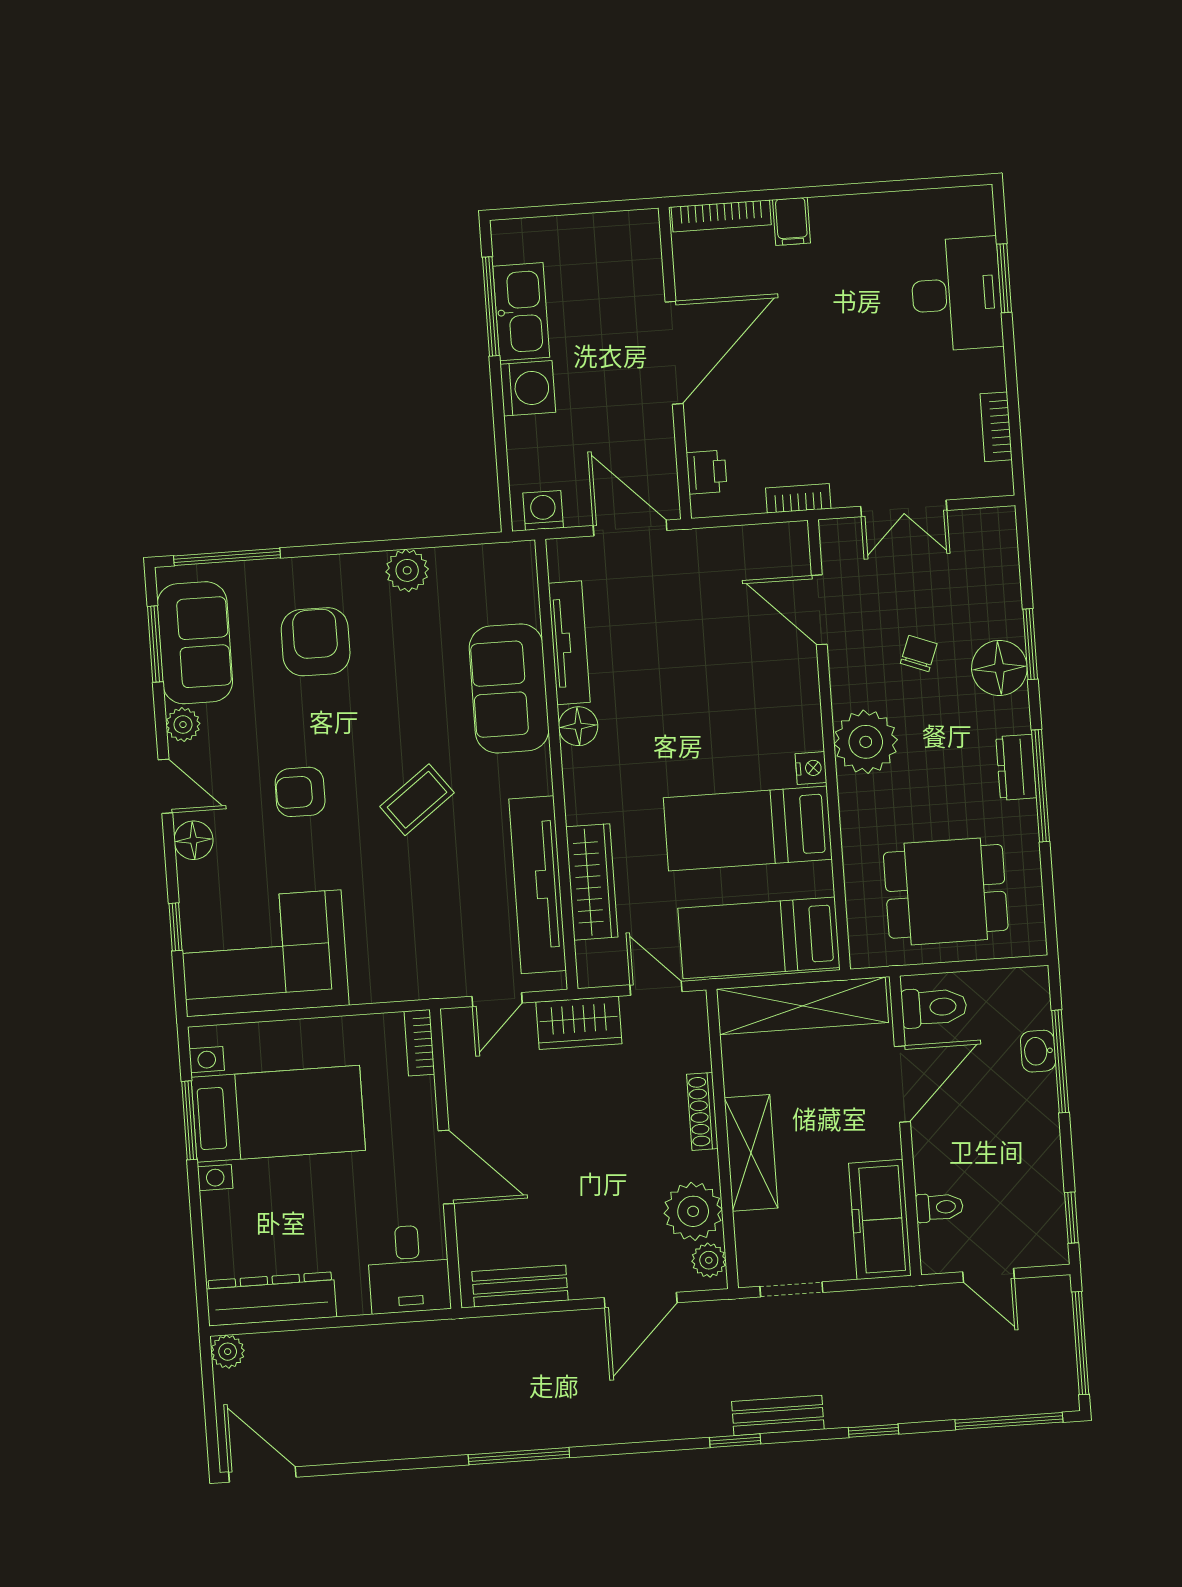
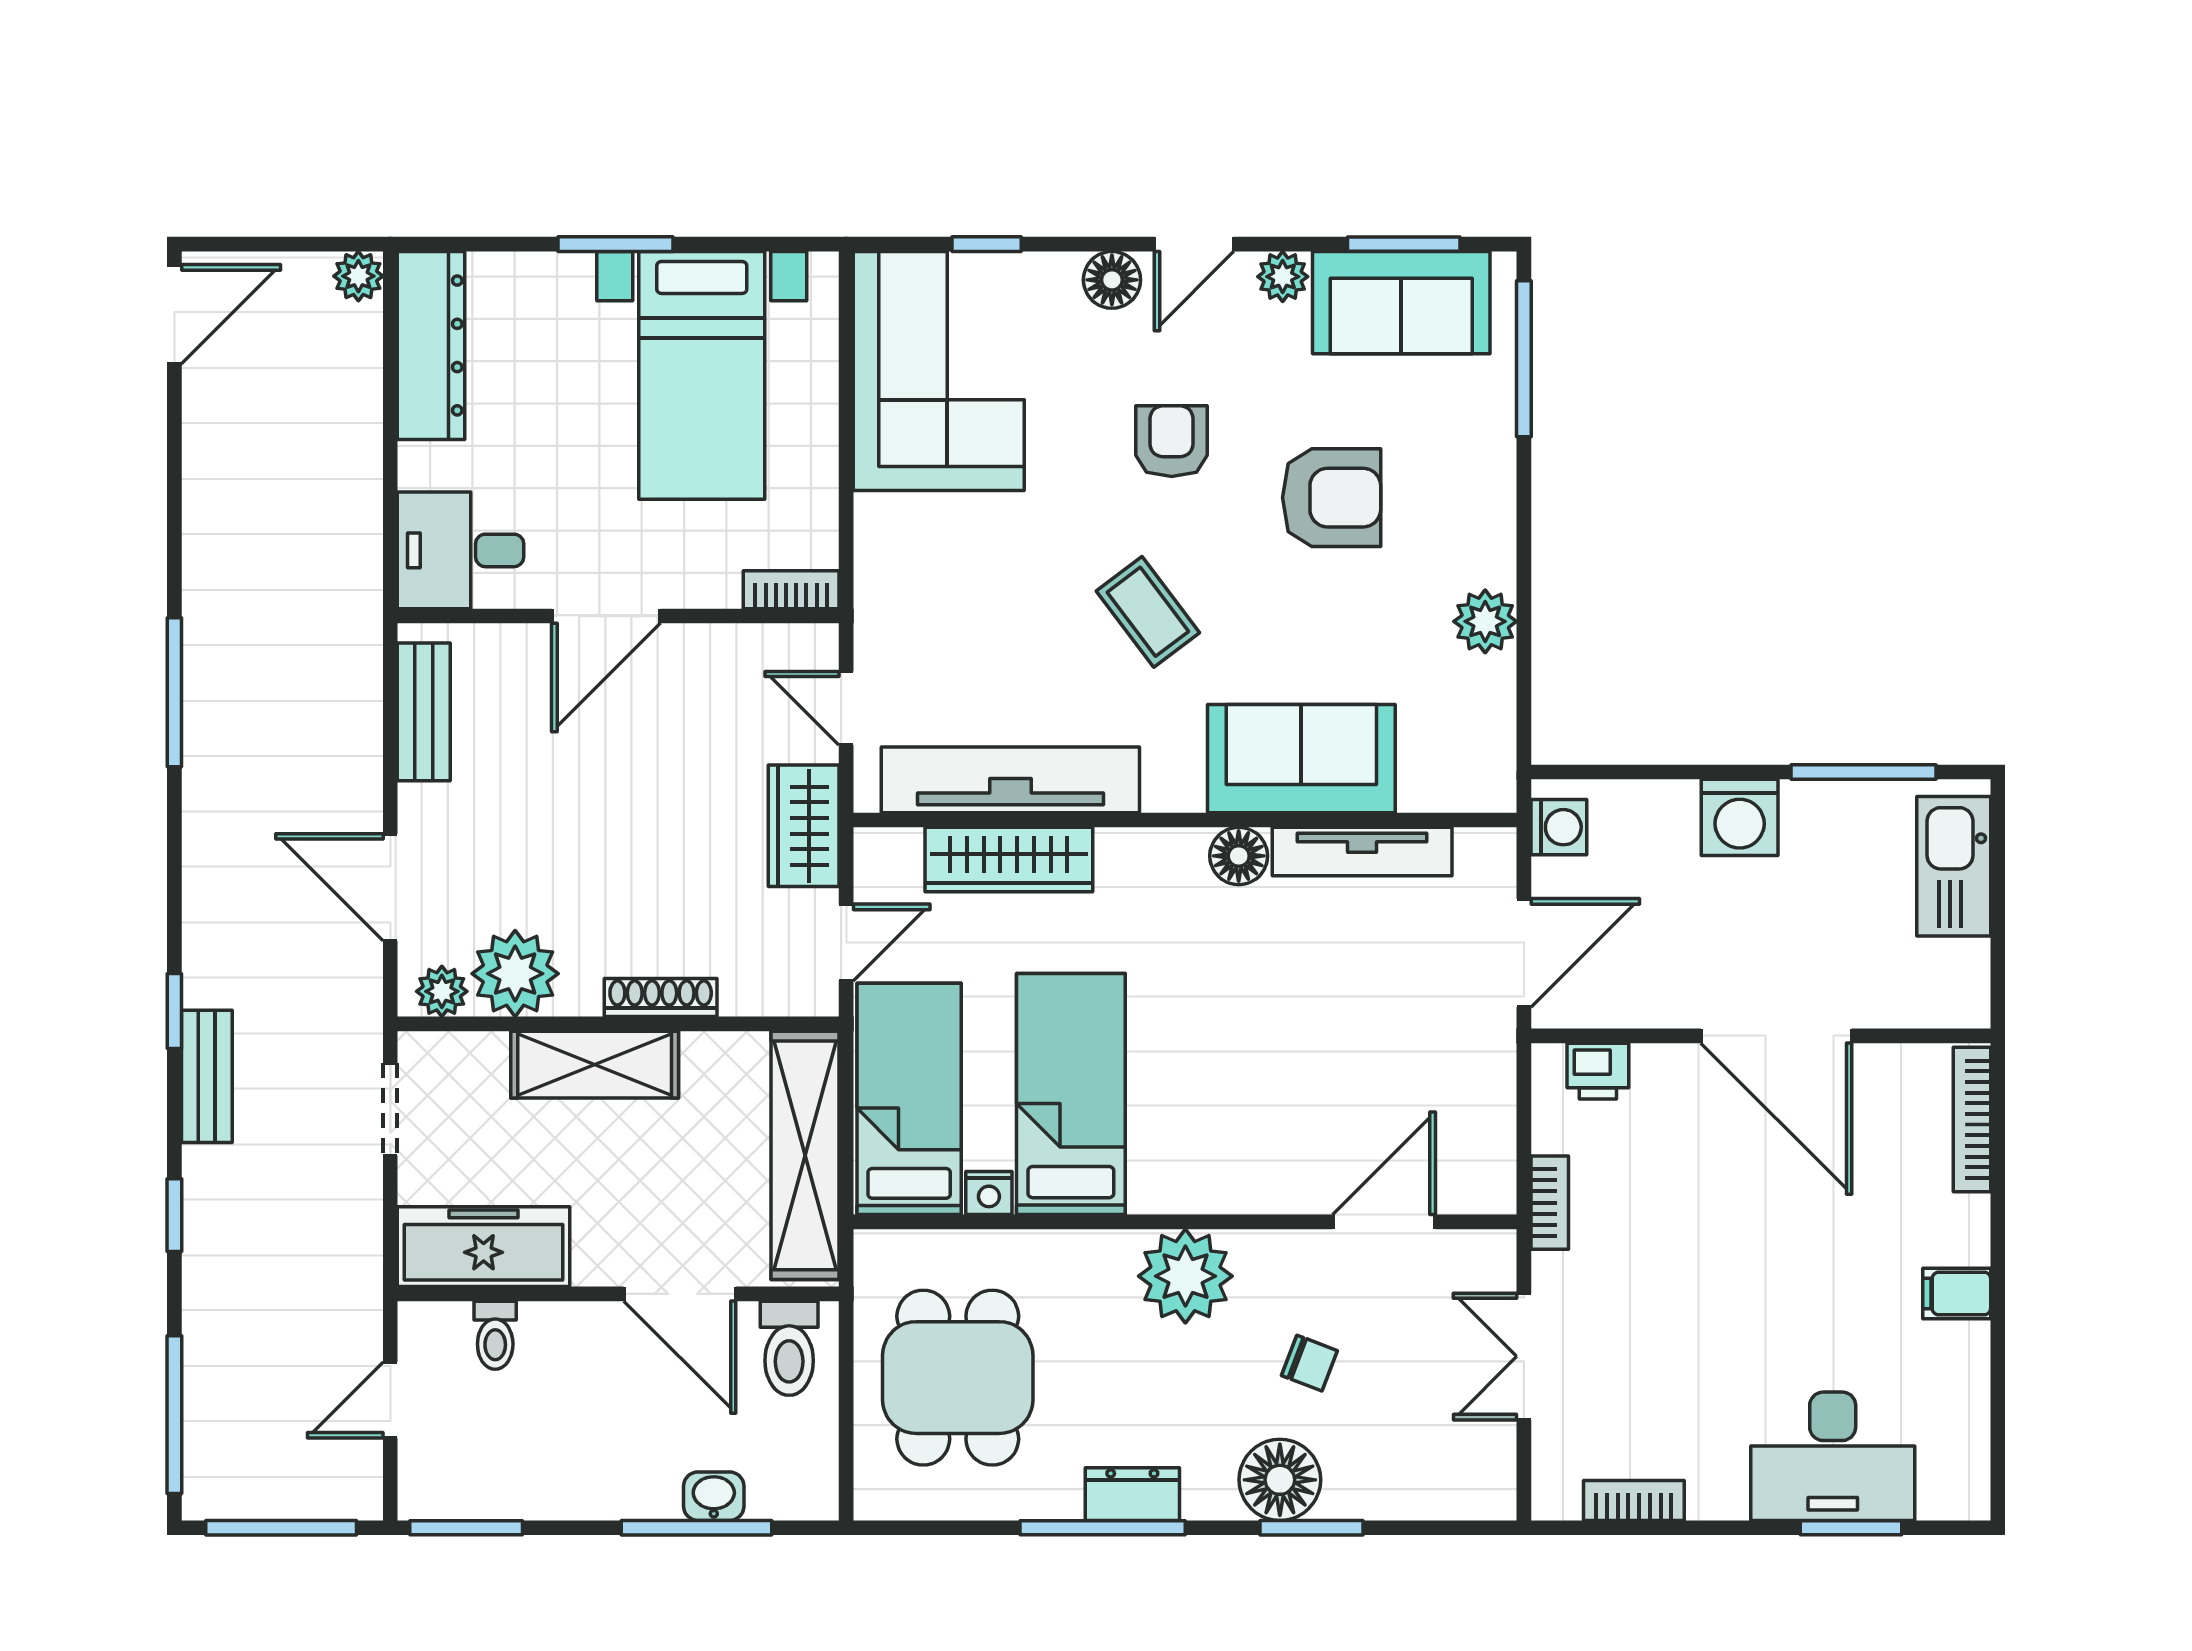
filing cabinet: (792, 221) -> (1957, 1293), moved
kitchen sink: (521, 312) -> (1954, 866), moved, turned 90
armchair: (316, 642) -> (1332, 498), moved
nightstand: (811, 768) -> (989, 1193), moved
window: (189, 1120) -> (616, 244), moved
window: (1071, 1218) -> (466, 1528), width x1.50

